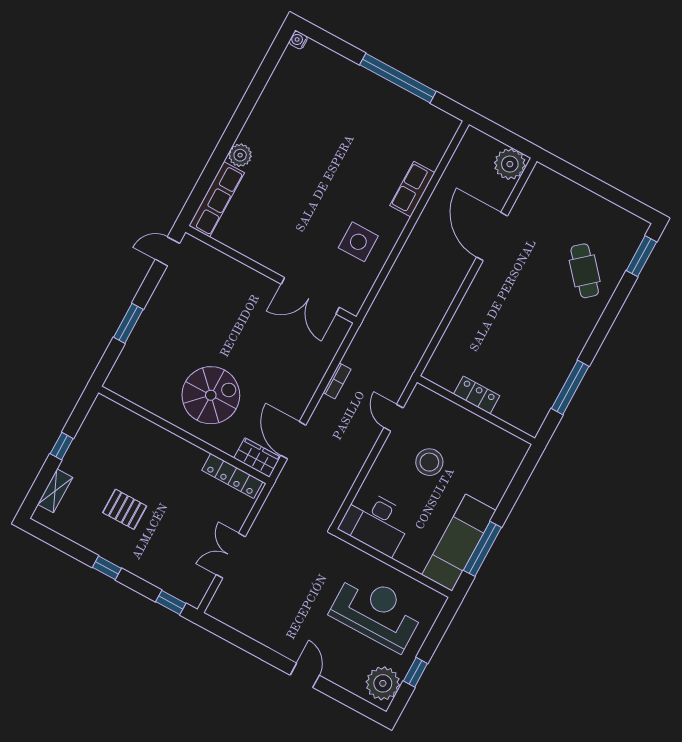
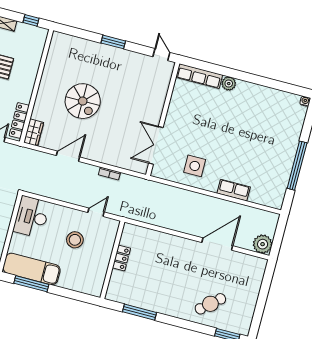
wall: (184, 435) -> (36, 86), moved
wardrobe: (257, 458) -> (34, 133), moved
locker: (232, 476) -> (19, 120), moved

